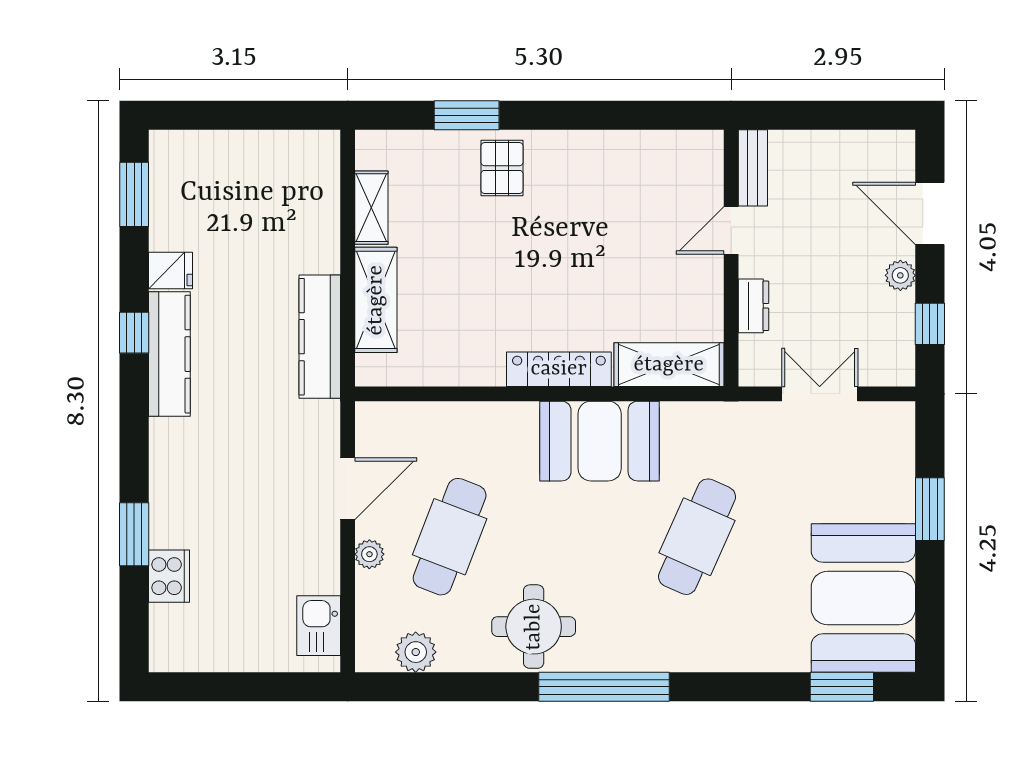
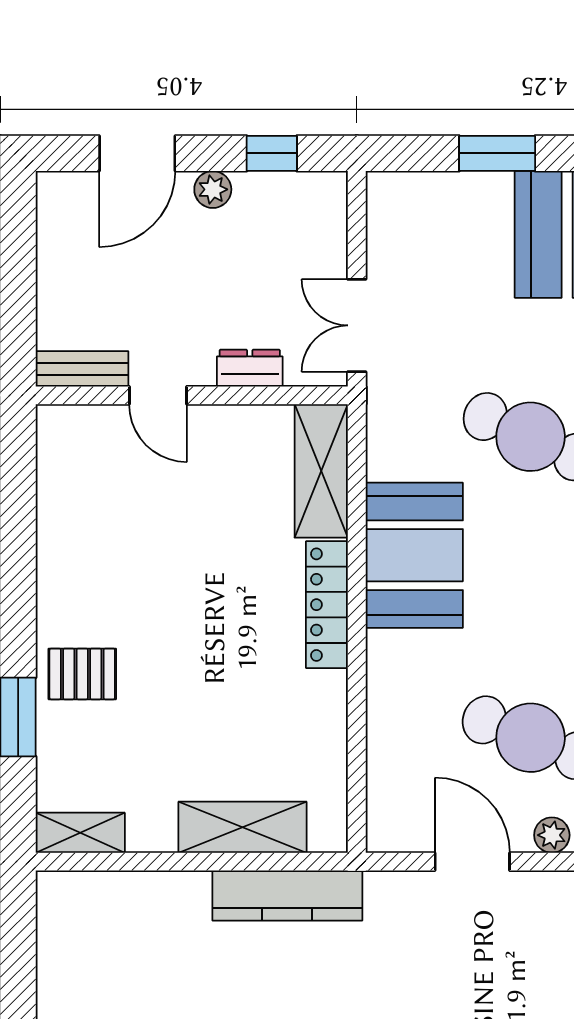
shelving: (371, 208) -> (80, 833), moved
double door: (820, 394) -> (357, 325), moved

